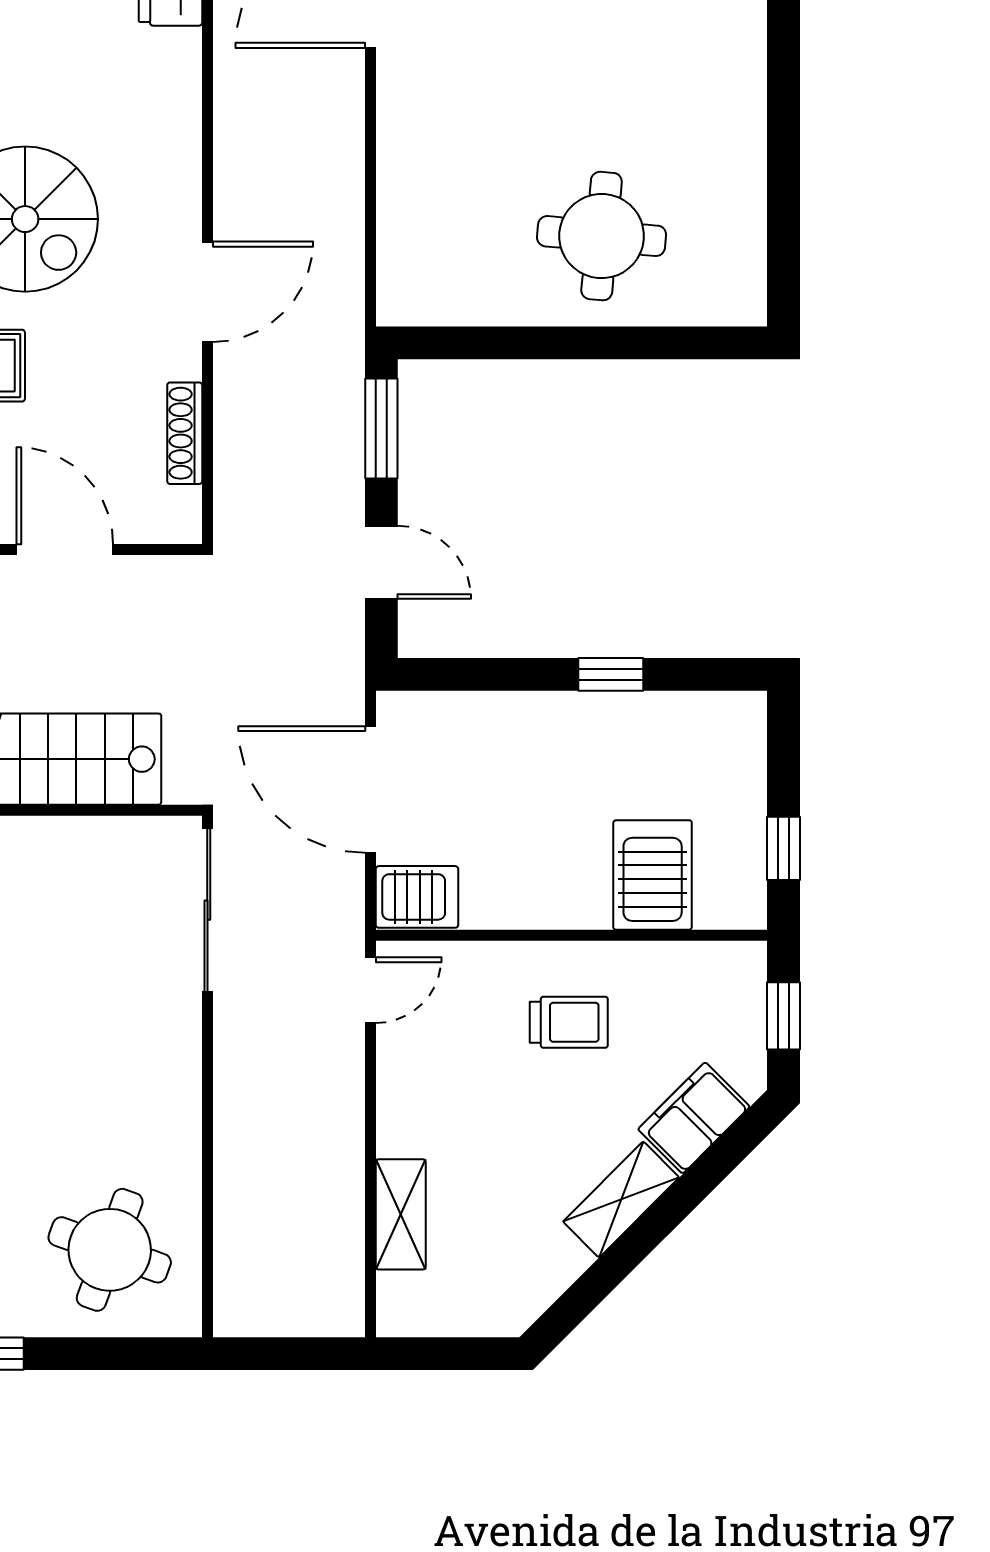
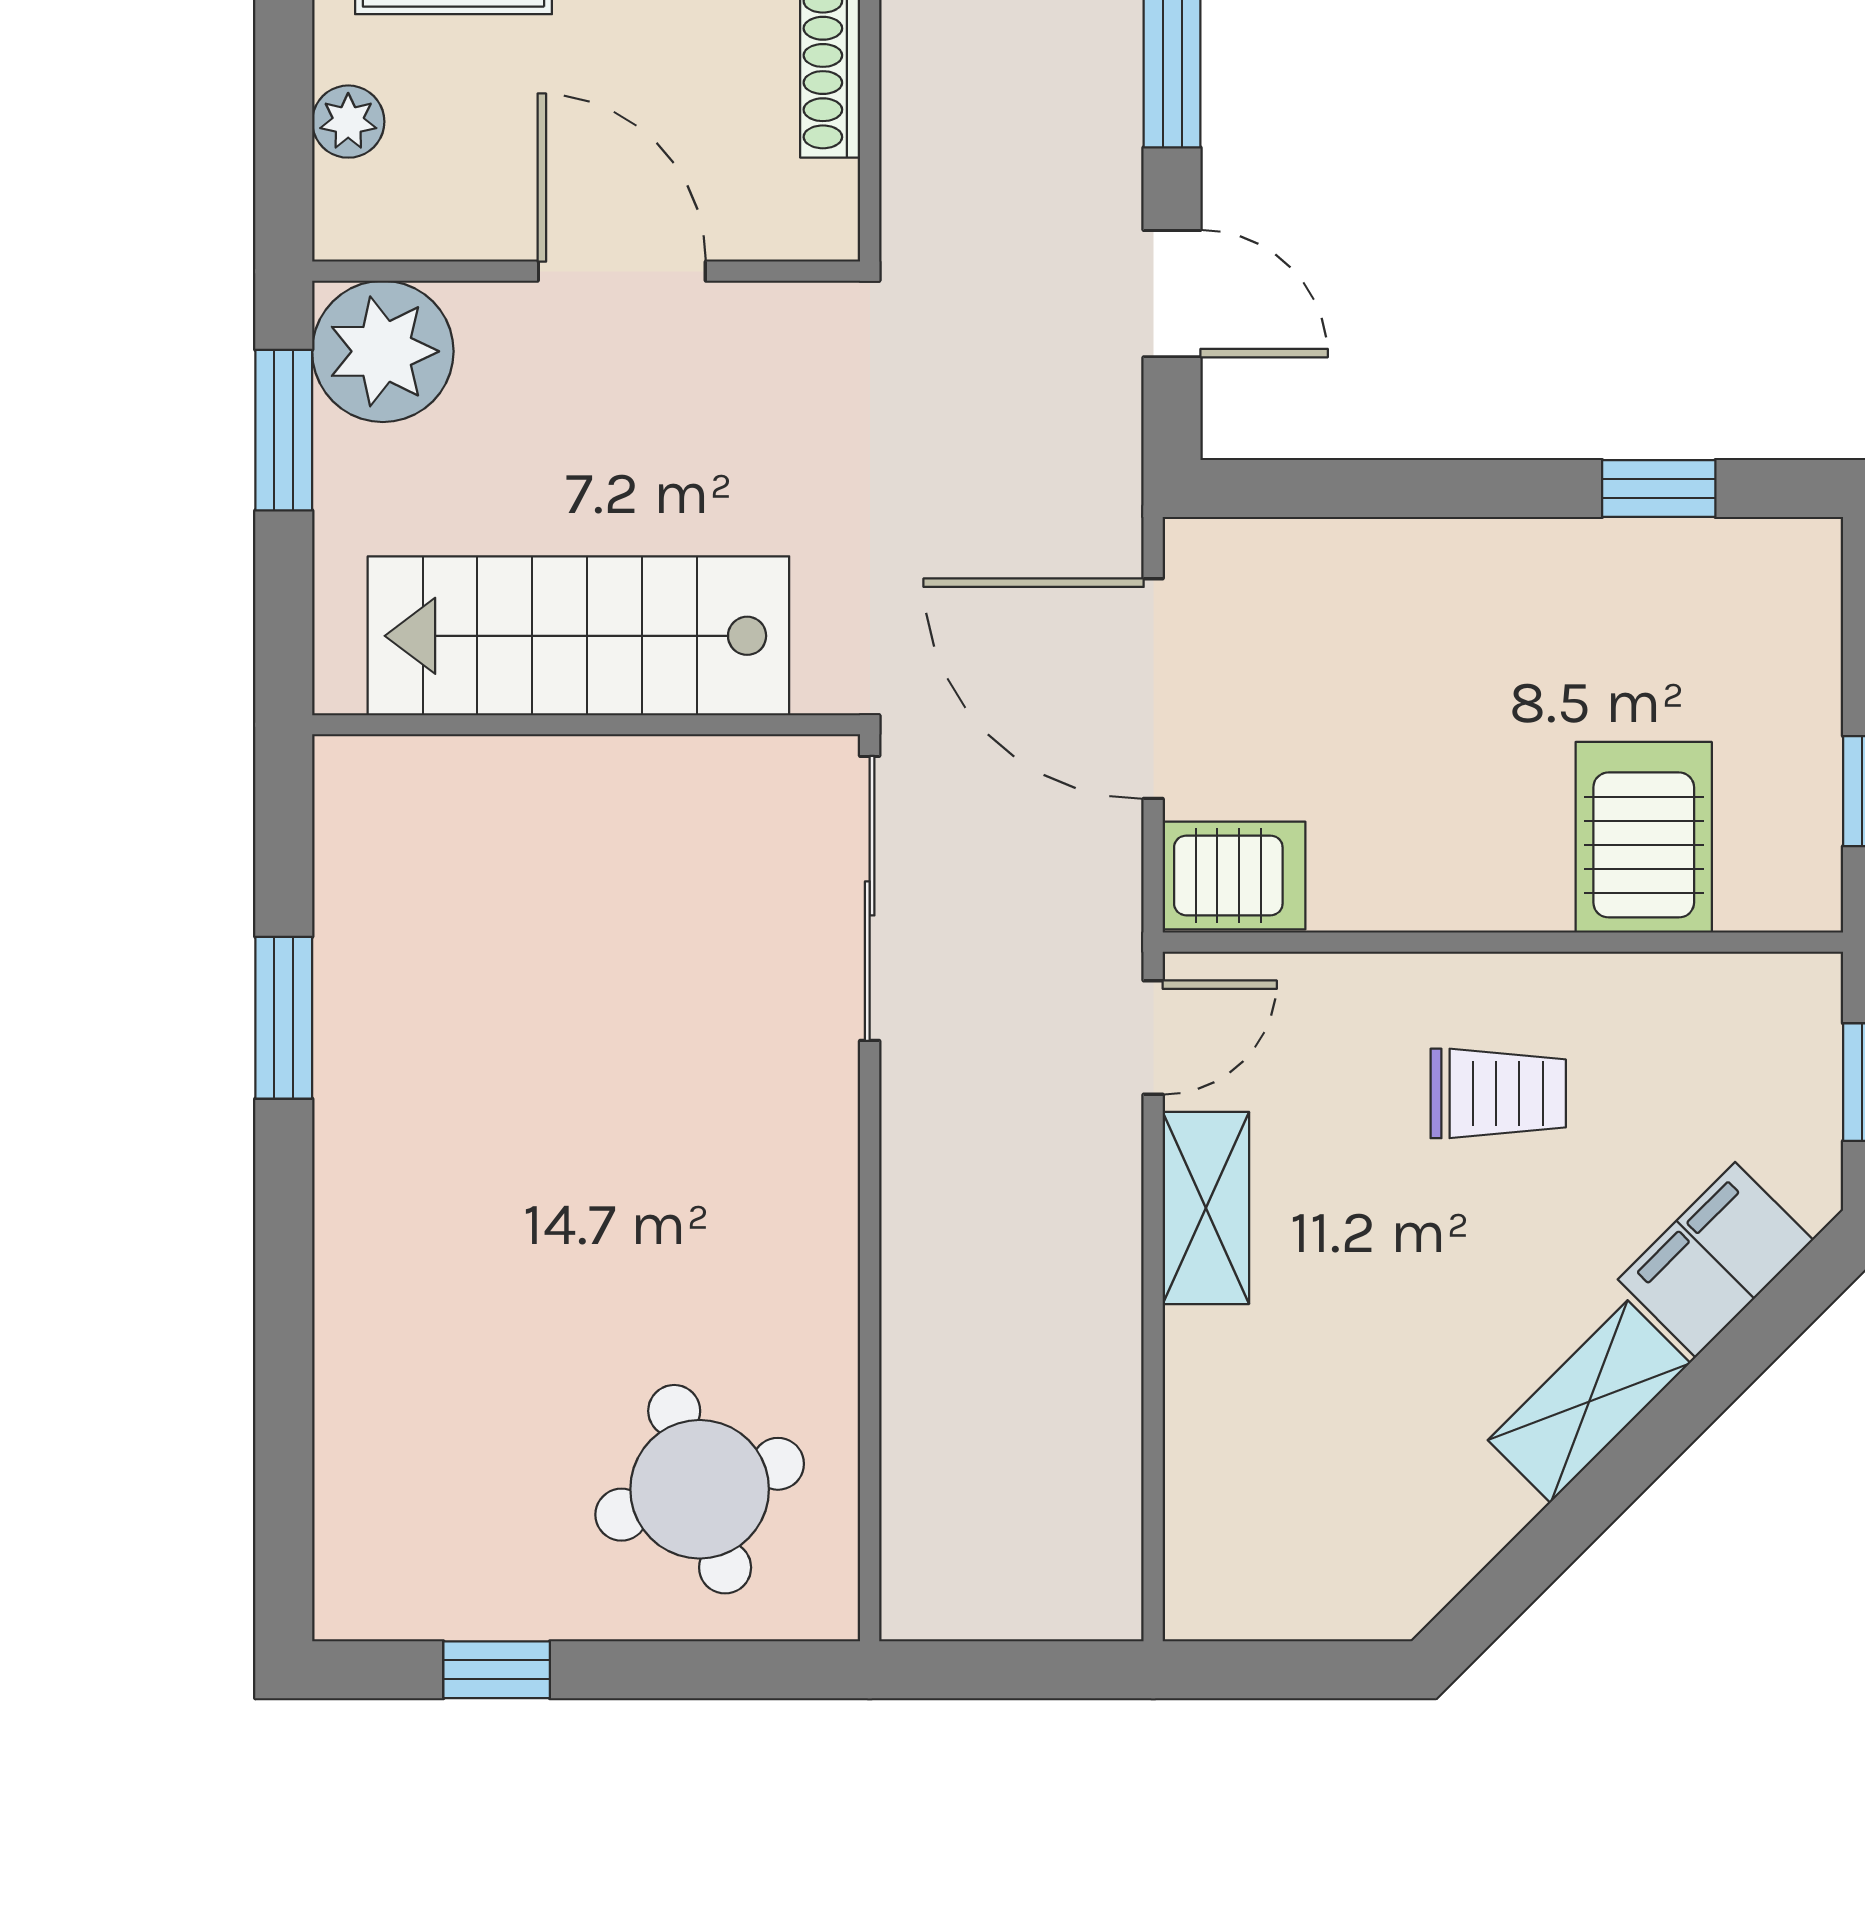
window: (611, 674) -> (1659, 489), moved
shelving: (401, 1214) -> (1206, 1208), moved
round table: (110, 1250) -> (700, 1489), turned -38

